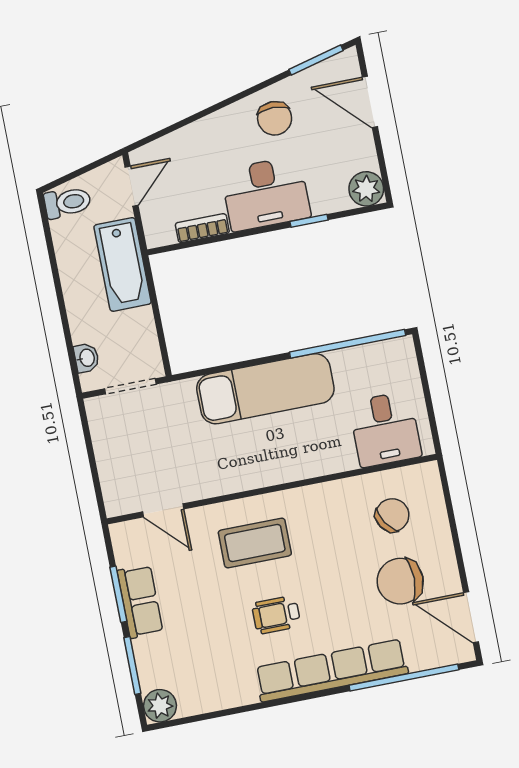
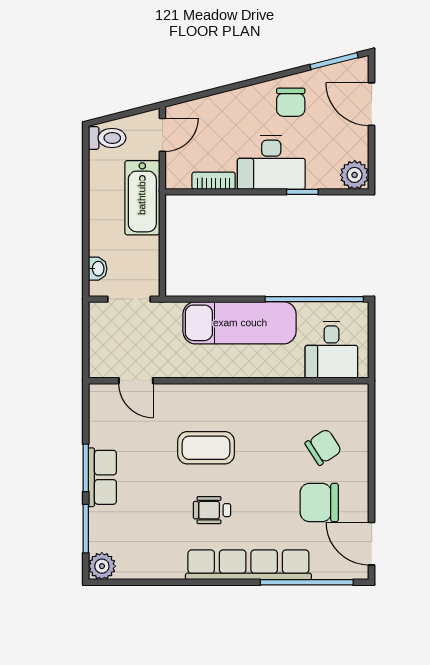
desk: (385, 429) -> (331, 350), moved
wall: (272, 489) -> (229, 381), moved
door: (163, 510) -> (136, 381), moved

